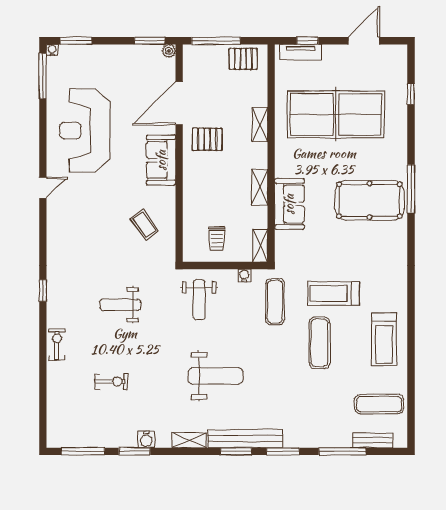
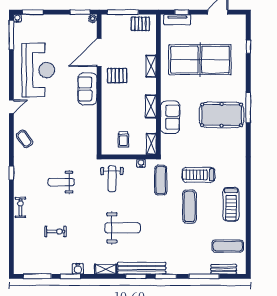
reception desk: (85, 131) -> (38, 70), turned 180
coffee table: (144, 225) -> (24, 139), moved

